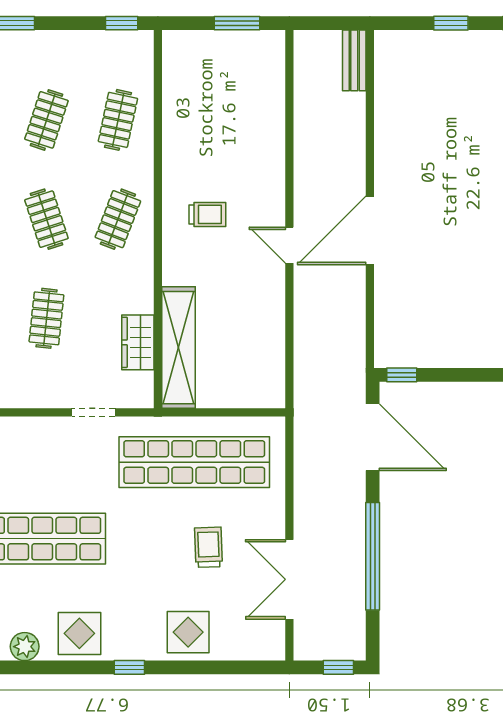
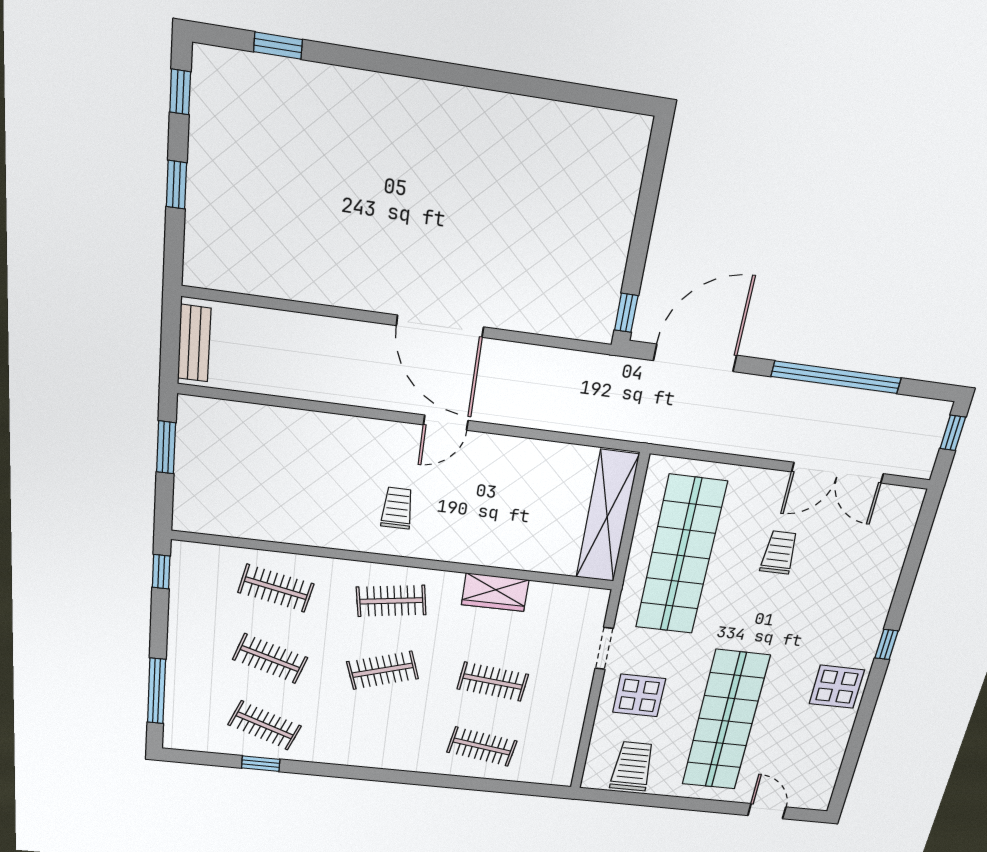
bench: (354, 60) -> (194, 343), moved, turned 90
clothes rail: (118, 219) -> (391, 601), turned -30
wardrobe: (138, 342) -> (495, 592), moved
shelving: (178, 348) -> (607, 517), moved, turned 90
trolley: (208, 547) -> (779, 552), turned 92
display table: (188, 632) -> (639, 695), moved
plant: (25, 647) -> (836, 737), removed

